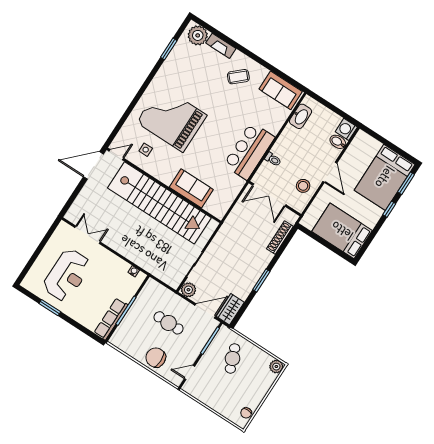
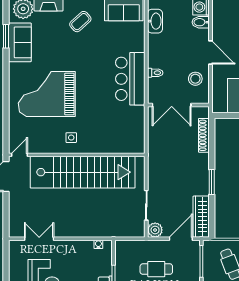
side table: (146, 150) -> (71, 138), moved
sofa: (191, 188) -> (20, 42), moved, turned 90
wardrobe: (230, 309) -> (201, 217), width x1.50

